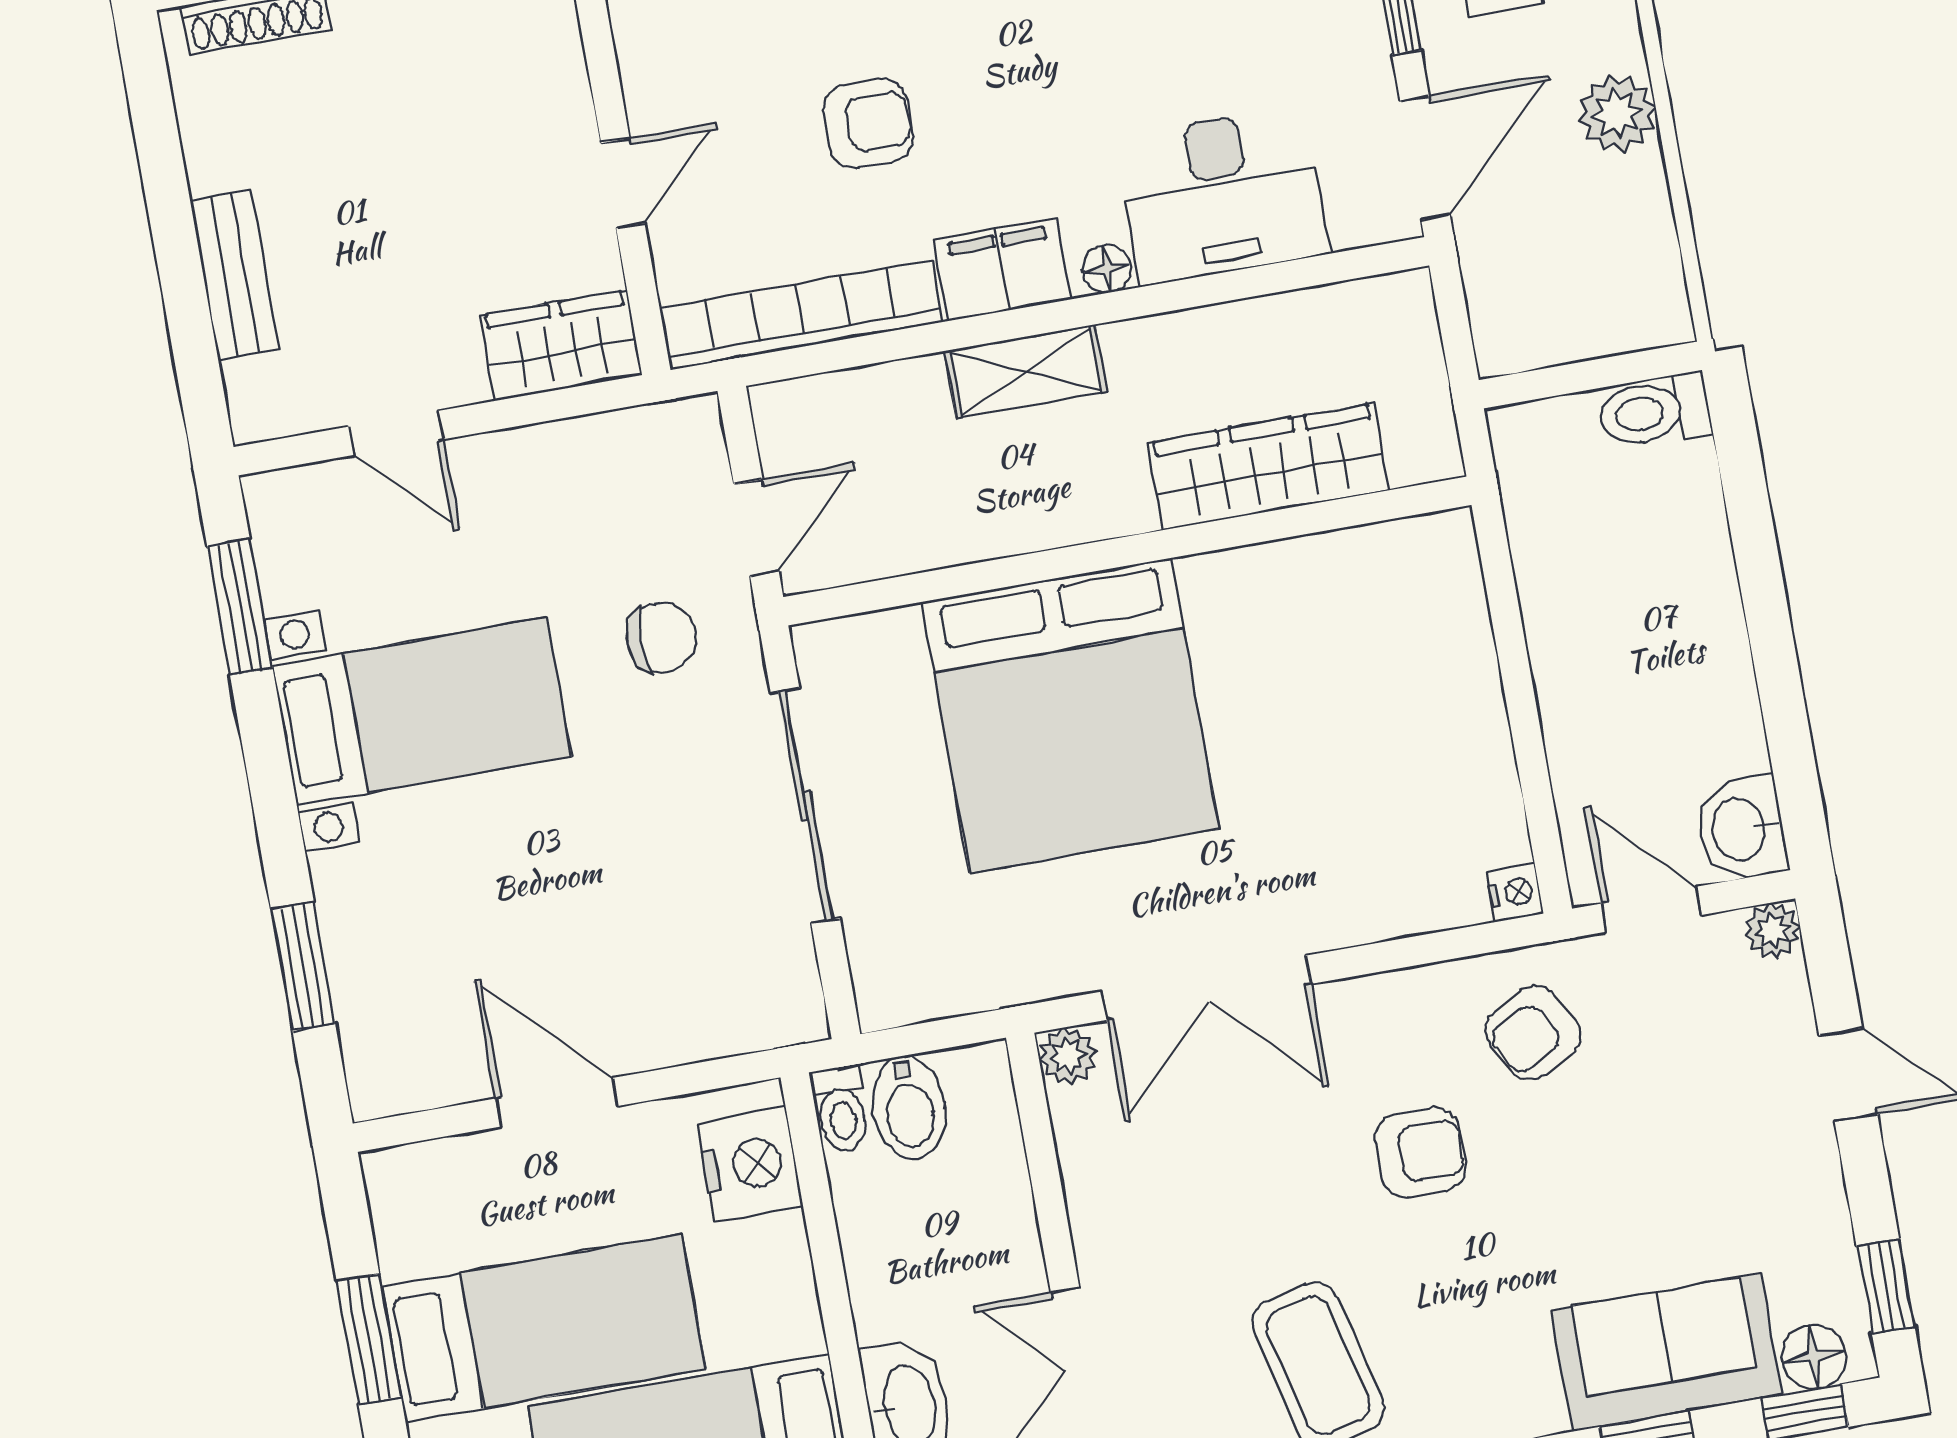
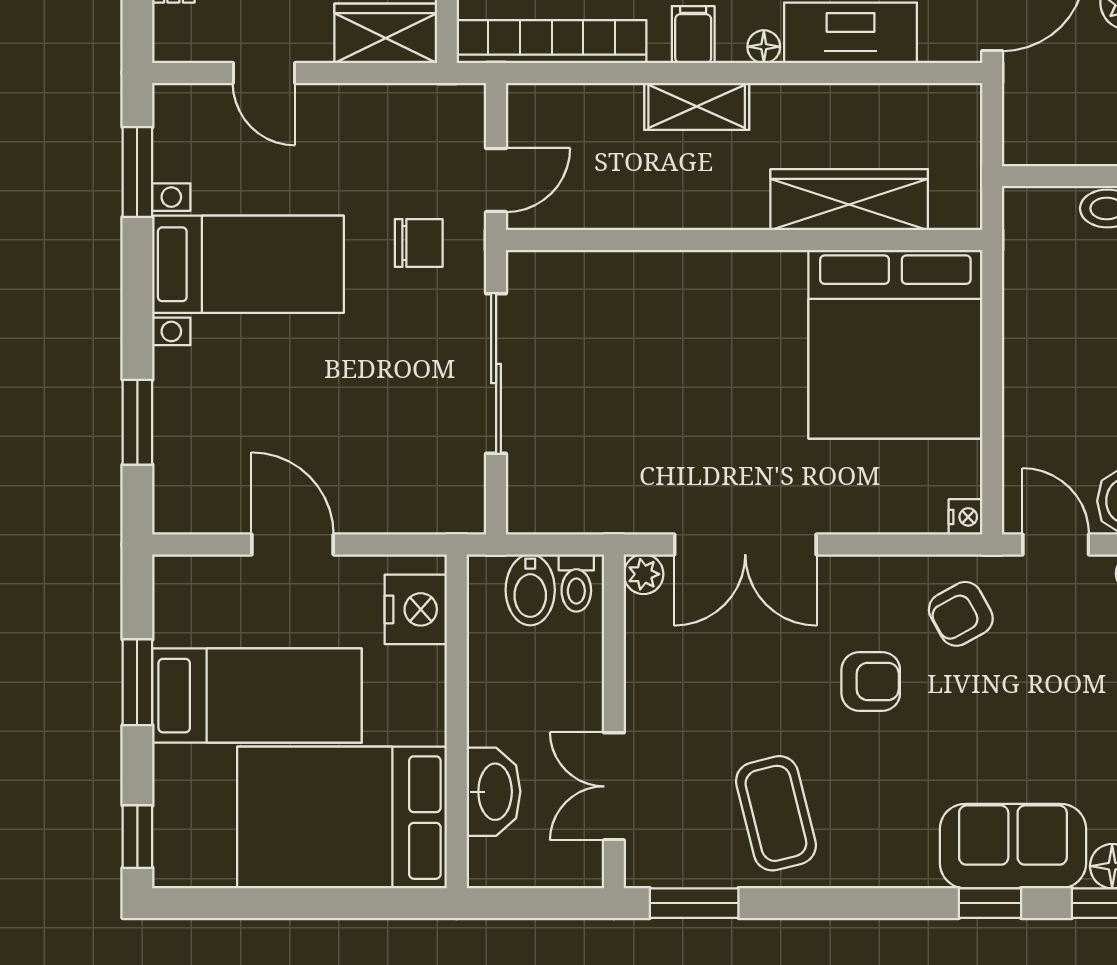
filing cabinet: (1002, 269) -> (693, 35), width x0.50
bed: (1070, 715) -> (895, 344), moved
toilet: (841, 1109) -> (576, 583), moved

